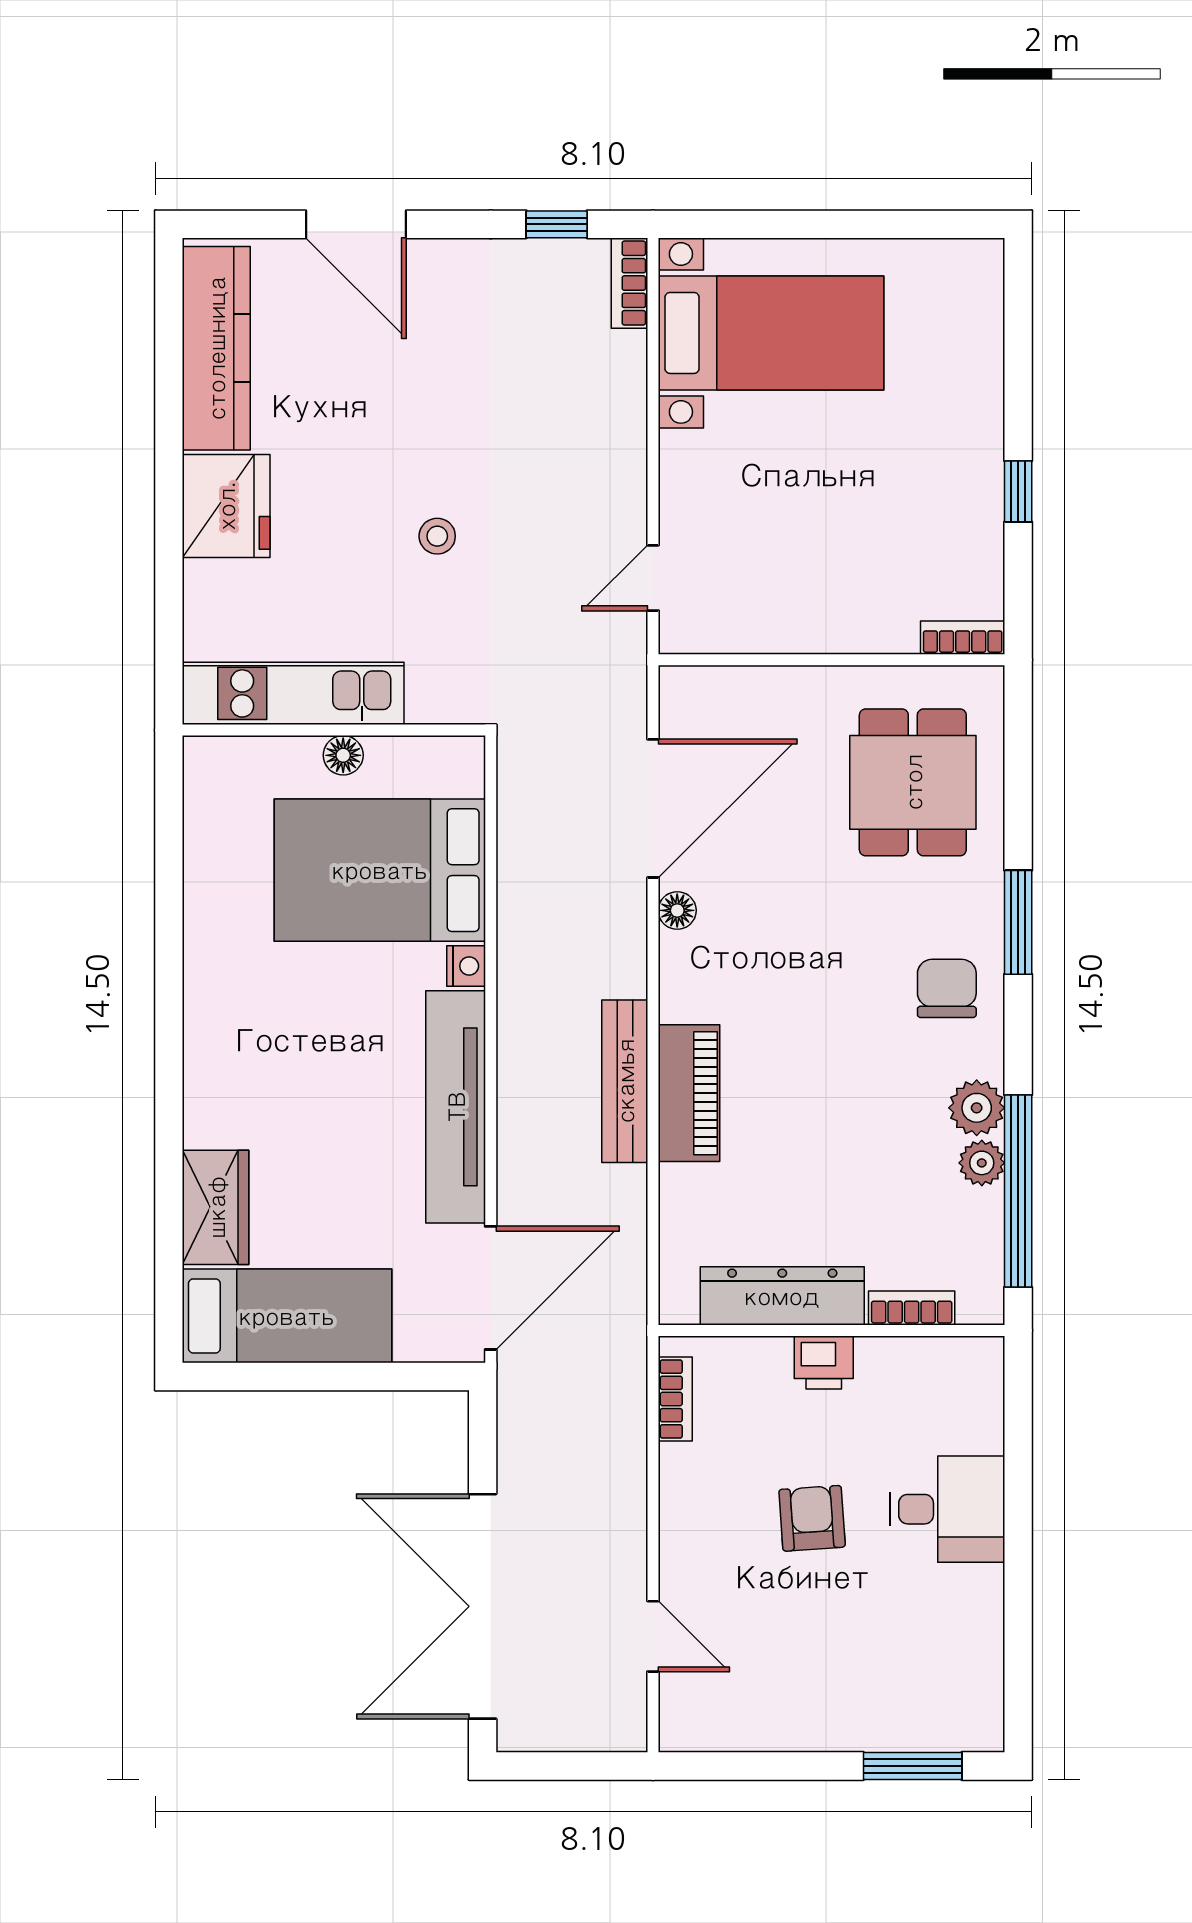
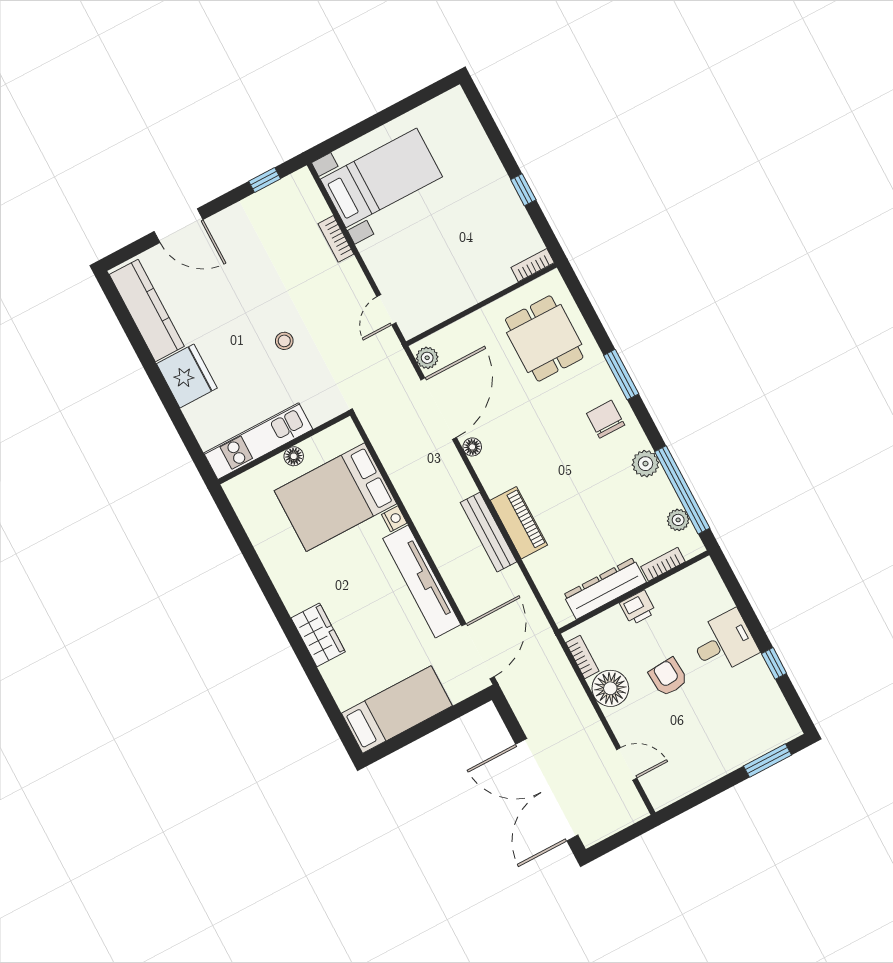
bookcase: (629, 283) -> (336, 239), moved
plant: (681, 705) -> (427, 358), added
plant: (982, 1163) -> (678, 520), moved
wardrobe: (216, 1207) -> (318, 635), moved
floor lamp: (696, 1483) -> (610, 688), added
window: (1018, 1596) -> (774, 663), added

